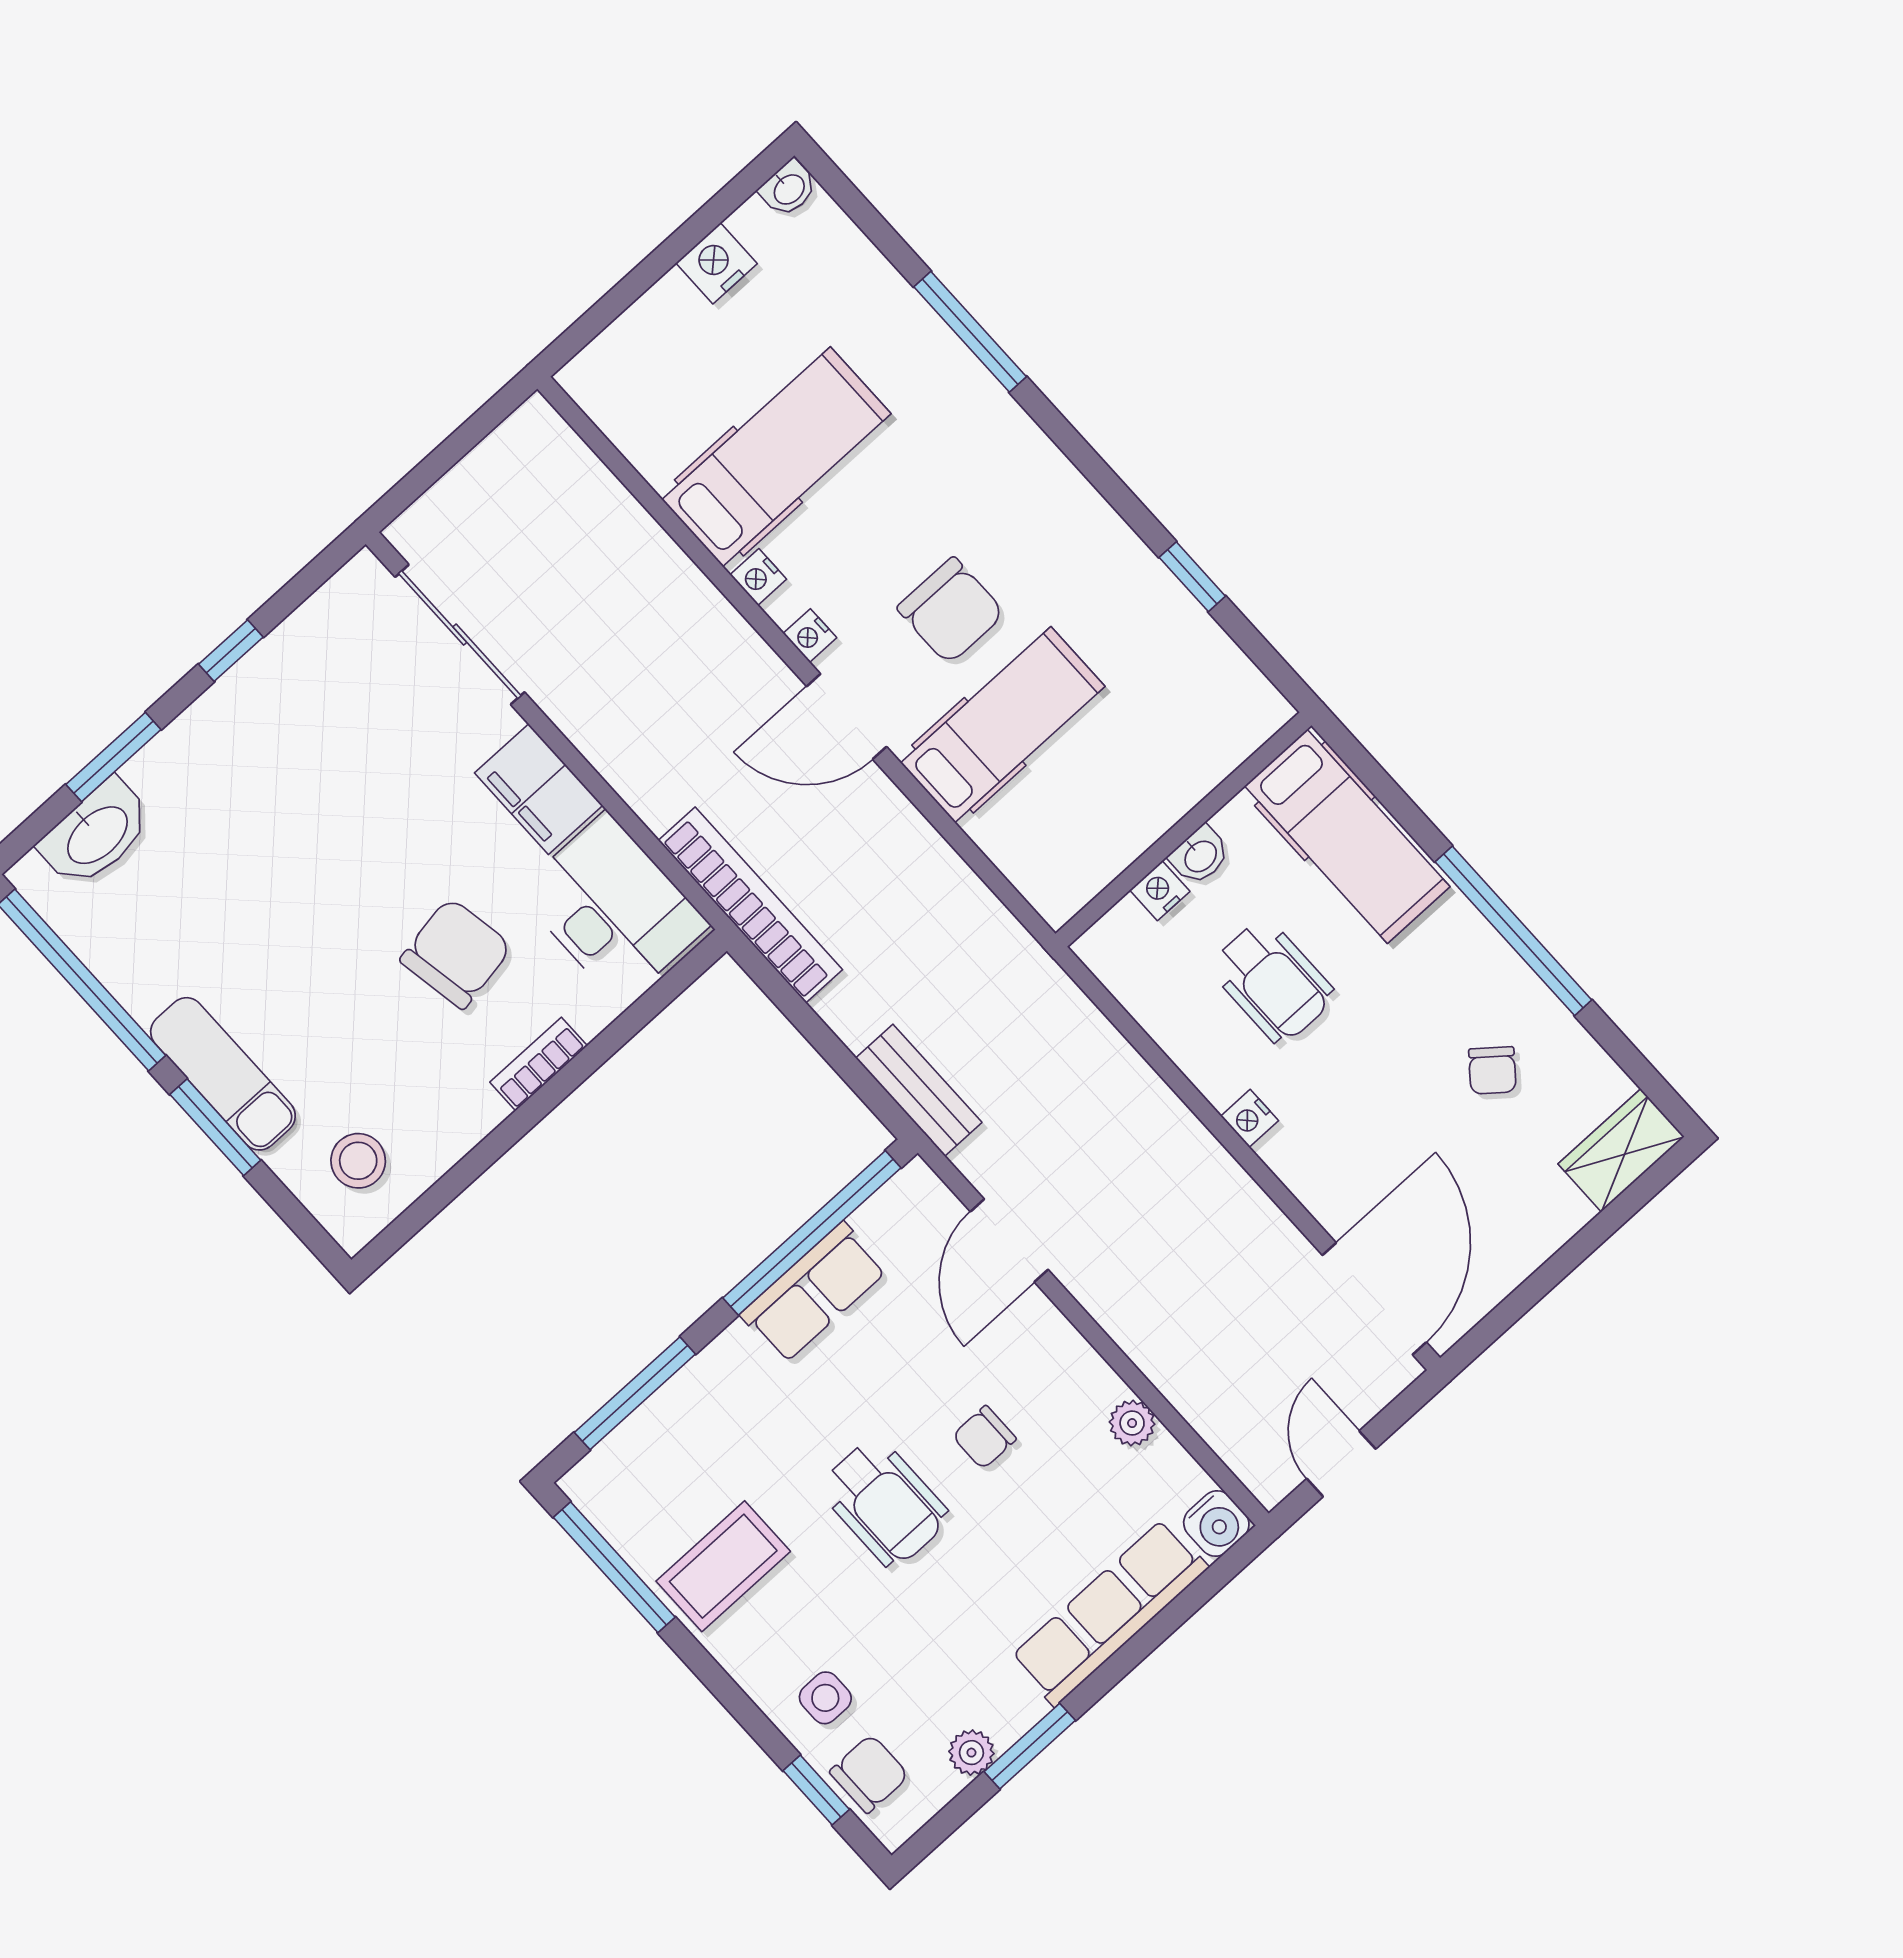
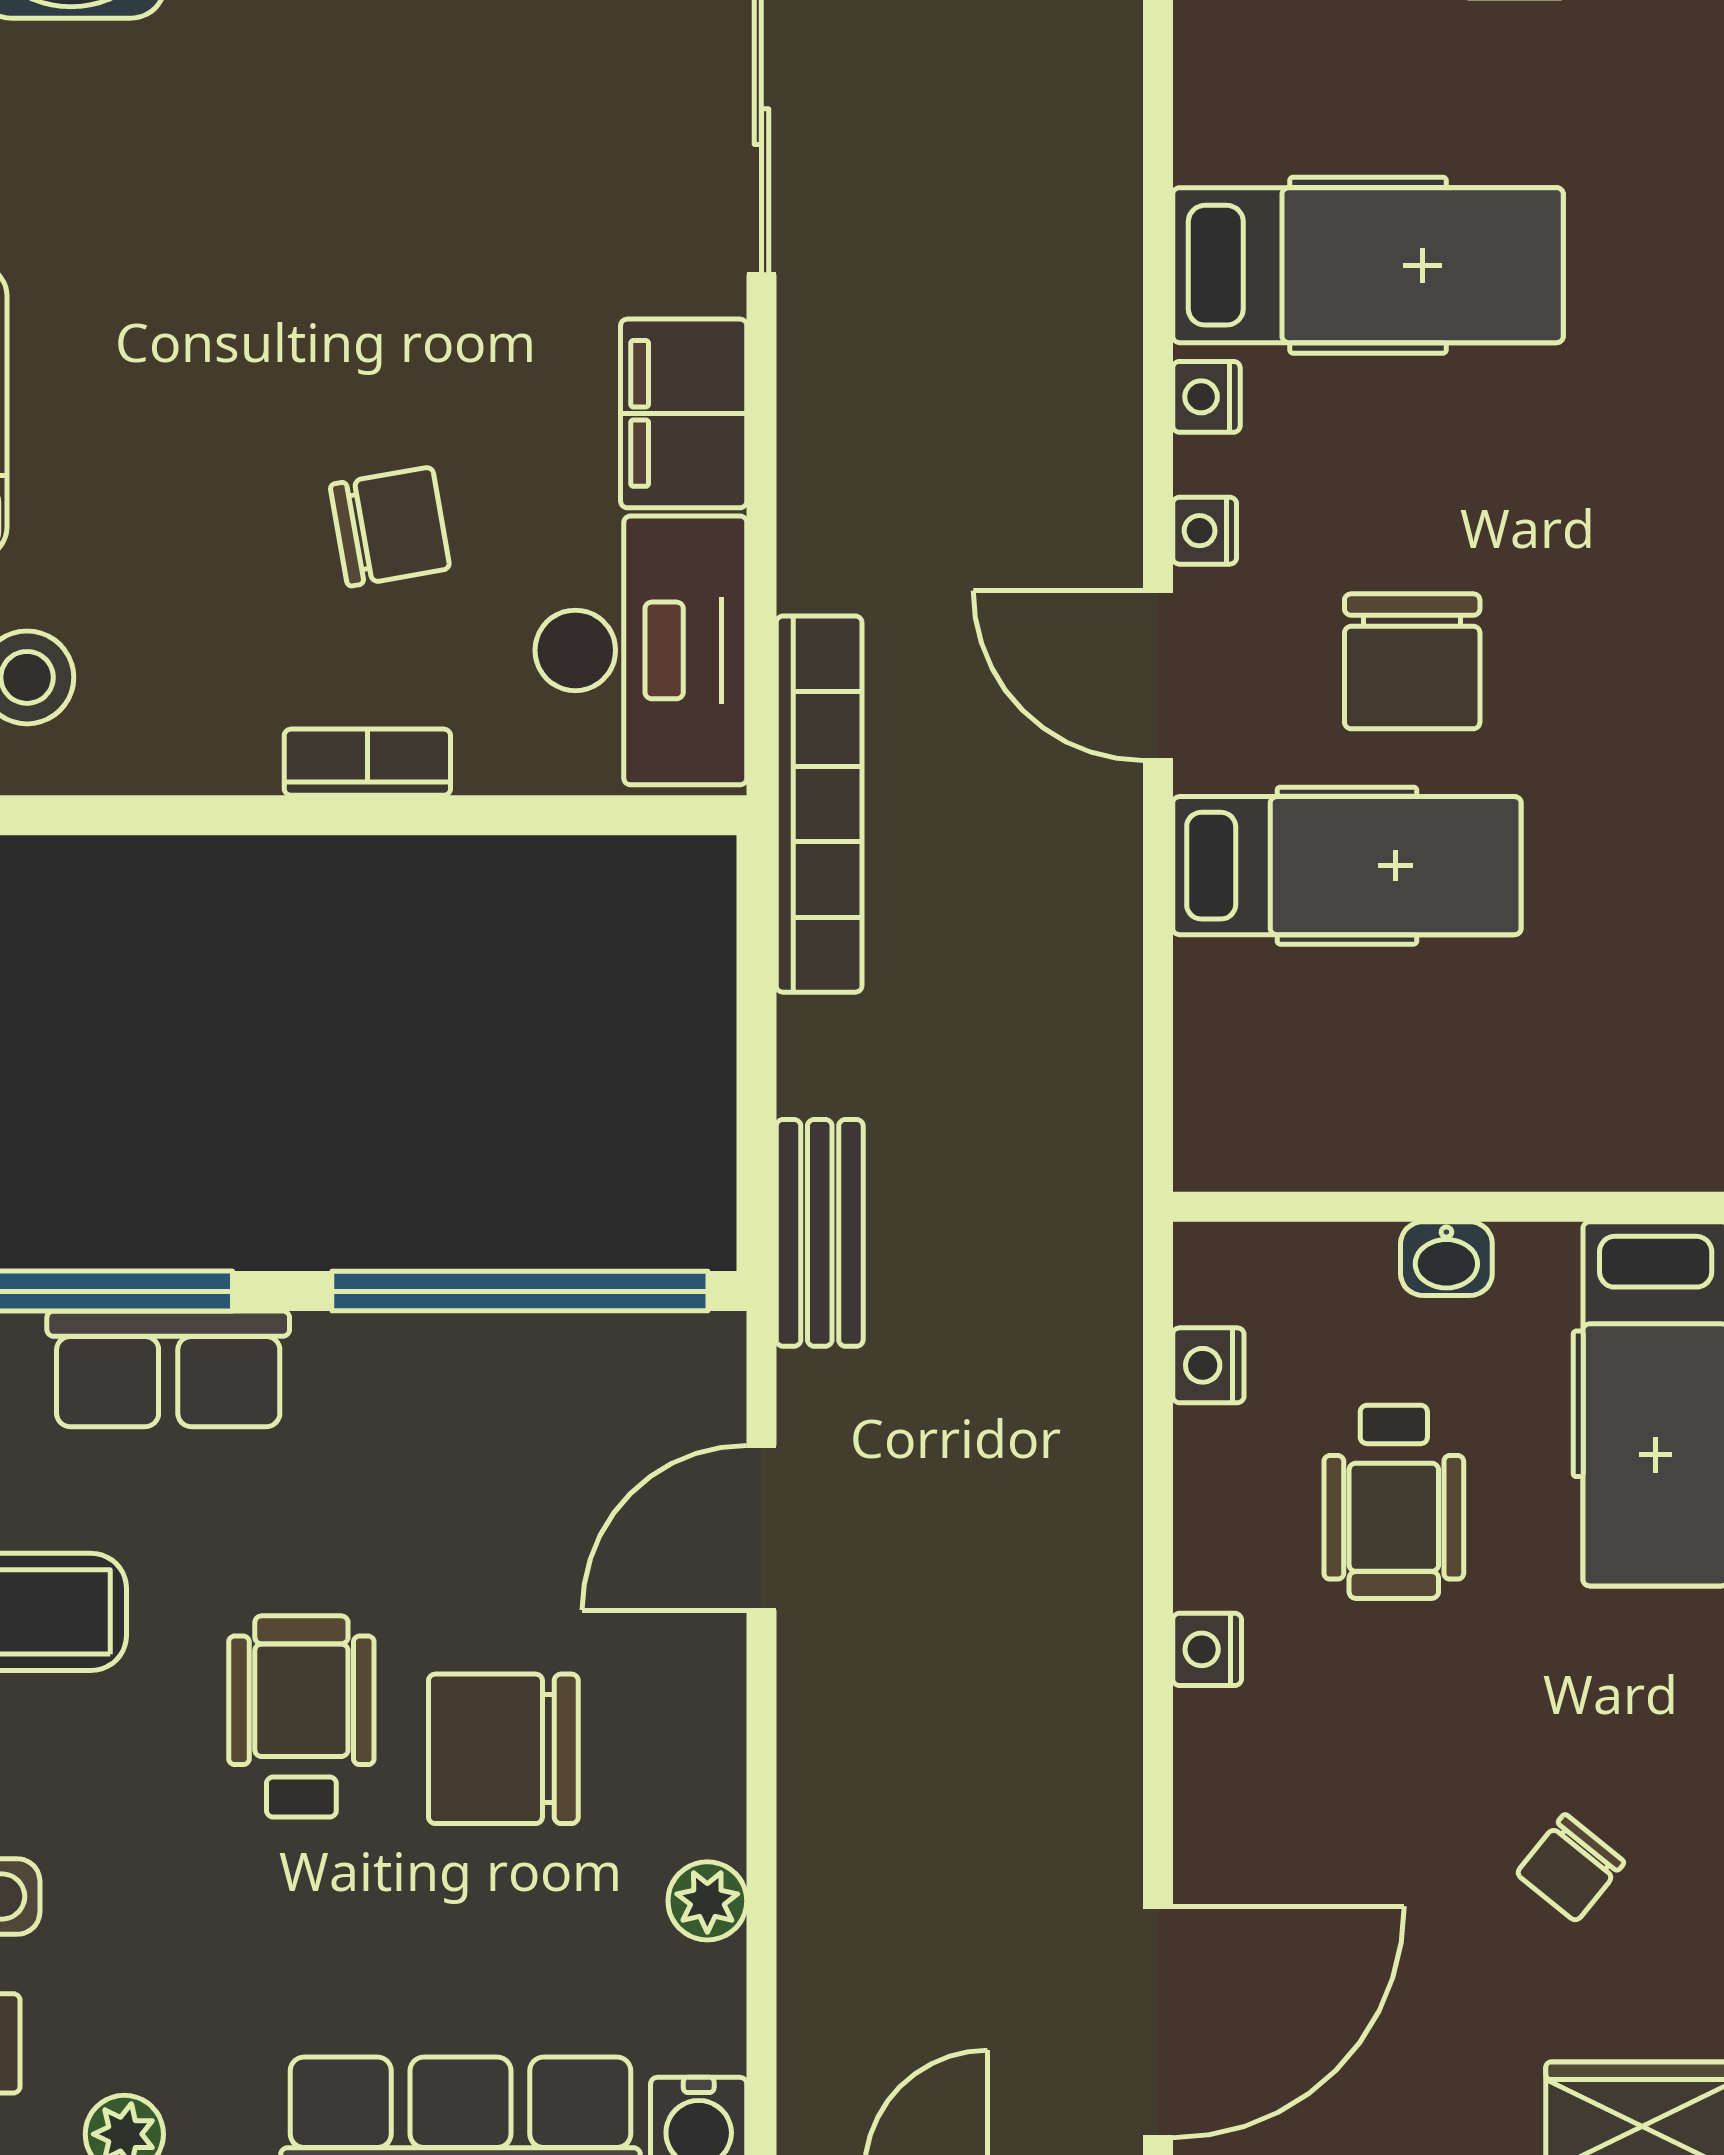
nightstand: (1160, 891) -> (1208, 1365), moved, turned -90
chair: (456, 953) -> (390, 527), width x0.73, depth x0.73
row of seats: (814, 1292) -> (168, 1369), moved
chair: (984, 1437) -> (503, 1749), width x1.87, depth x1.87
wheelchair: (884, 1502) -> (301, 1716), turned 180

